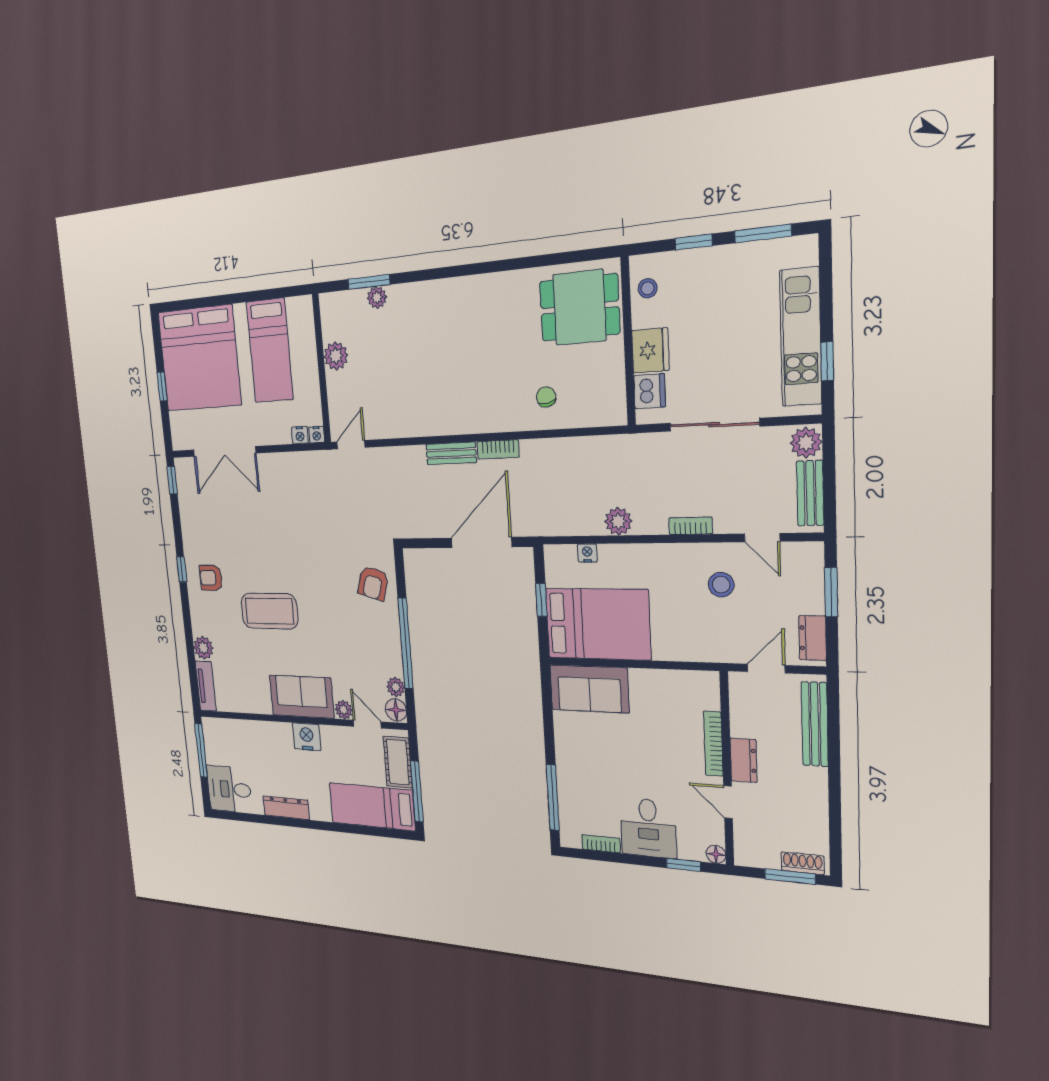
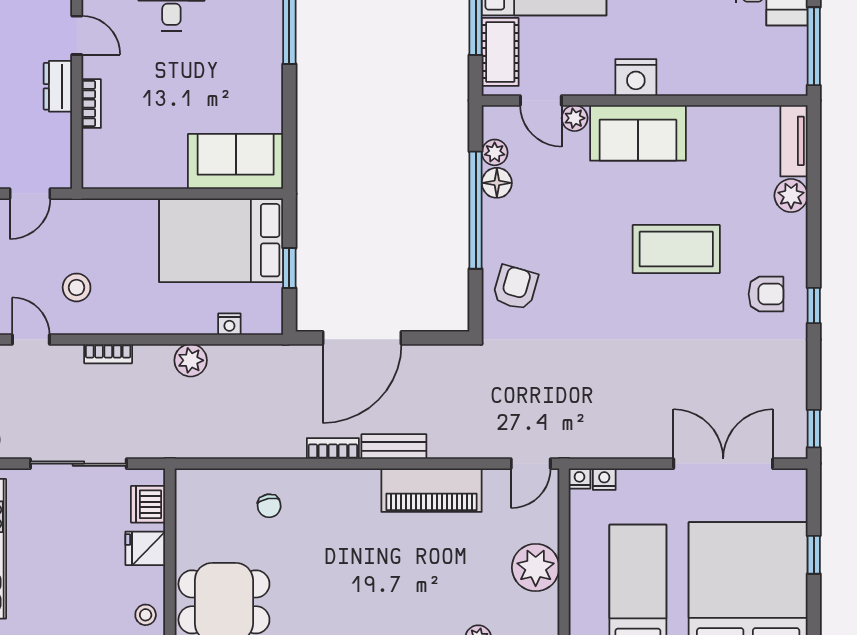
fridge: (650, 350) -> (145, 548), width x0.72
plant: (336, 356) -> (536, 567), width x1.36, depth x1.36
piano: (421, 419) -> (432, 490), added
floor lamp: (396, 710) -> (497, 183), moved
bookcase: (713, 744) -> (91, 104), width x0.64

